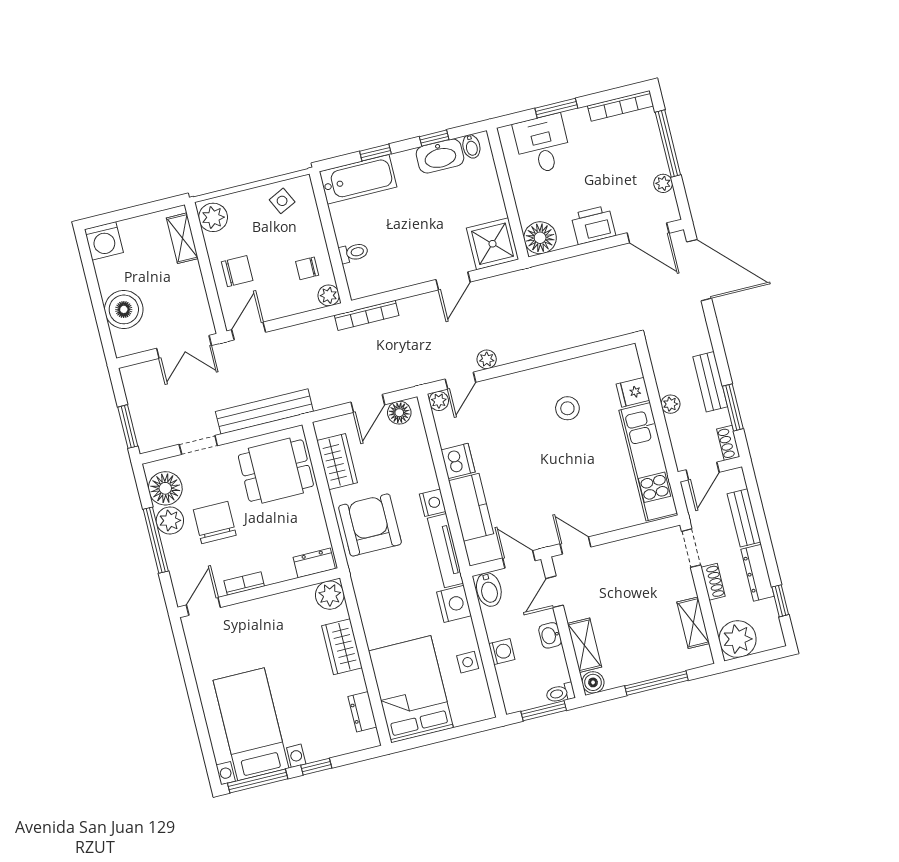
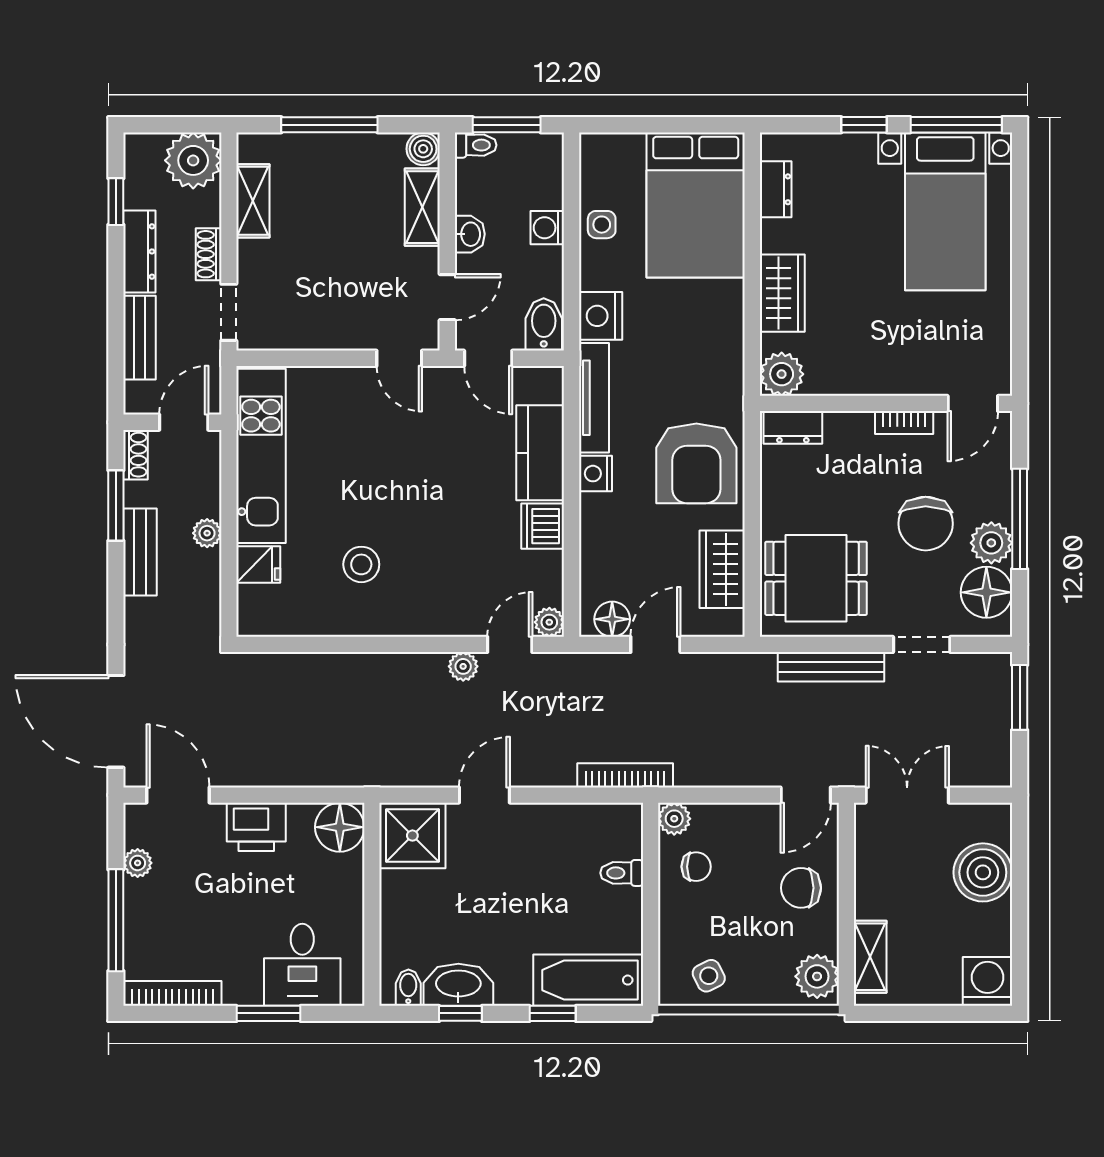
bench: (264, 411) -> (831, 667), width x0.73, depth x0.82

